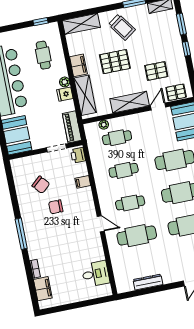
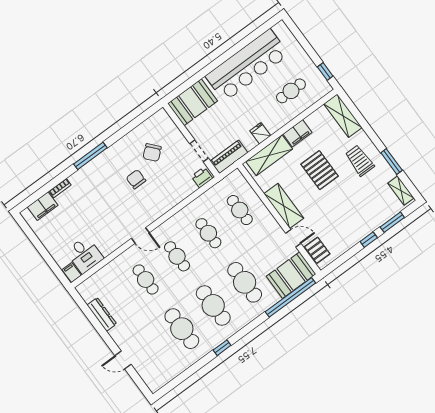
trolley: (122, 27) -> (360, 160), turned 125
pallet: (156, 71) -> (330, 219), removed
plant: (65, 82) -> (273, 127), removed
plant: (104, 125) -> (247, 190), removed
filing cabinet: (83, 182) -> (72, 273), moved
door: (101, 224) -> (140, 236), hinge flipped
cafe table: (137, 236) -> (146, 279), width x0.73, depth x0.74

